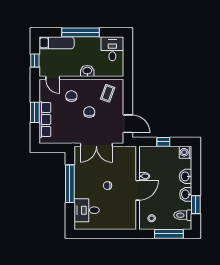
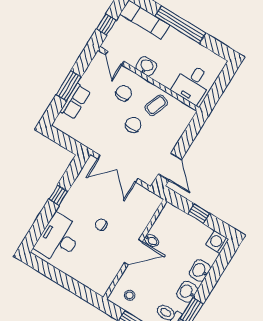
desk: (112, 49) -> (192, 84), moved, turned 180
washbasin: (87, 71) -> (146, 66), moved
coffee table: (108, 93) -> (156, 105), moved
row of seats: (45, 120) -> (75, 101), width x0.68
window: (70, 184) -> (58, 195), width x0.32
desk: (87, 210) -> (59, 239), width x1.37

